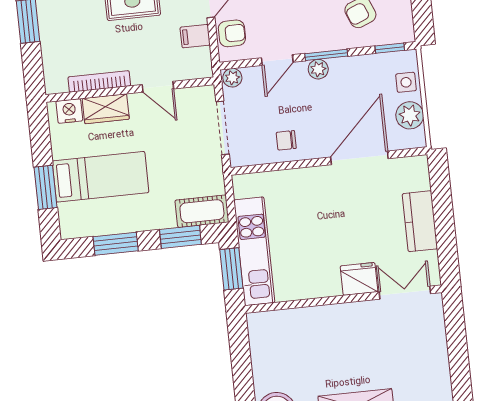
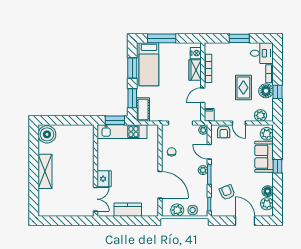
filing cabinet: (195, 36) -> (209, 115), moved
bed: (101, 177) -> (149, 64), moved
window: (45, 187) -> (162, 38), width x1.44

